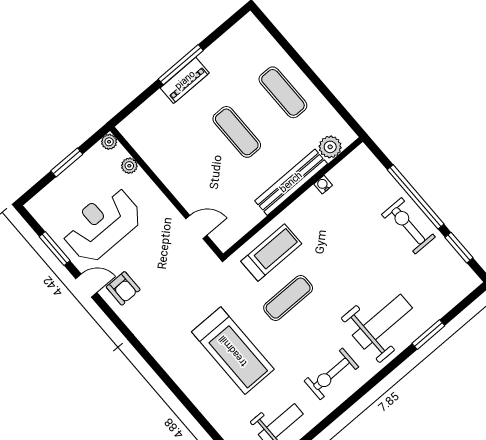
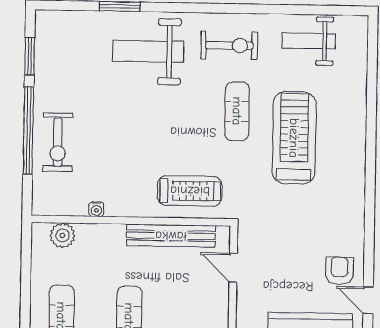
bench: (291, 182) -> (171, 236), moved
exercise bike: (408, 226) -> (58, 142), moved
treadmill: (271, 253) -> (190, 191), turned 180
exercise mat: (288, 298) -> (237, 111), moved, turned 90

